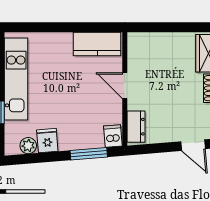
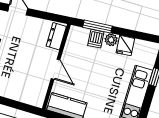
dishwasher: (113, 136) -> (96, 39), moved
plant: (28, 146) -> (111, 40), moved

